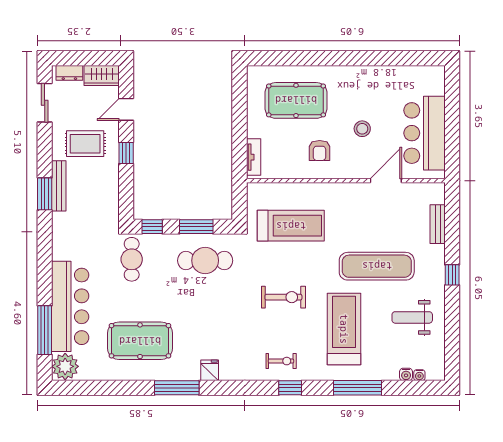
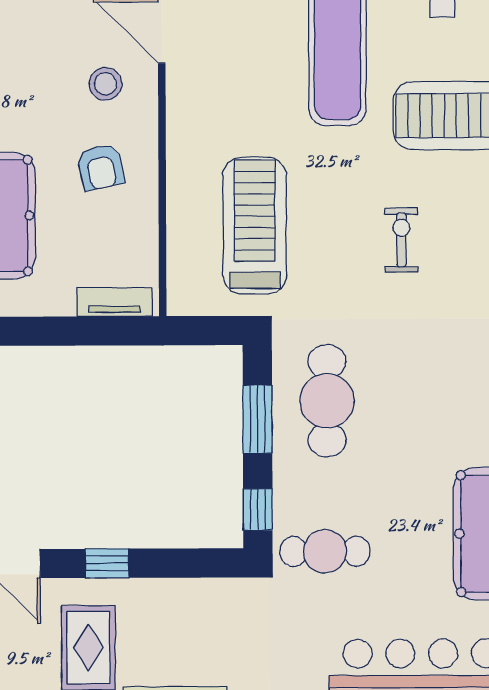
stool: (362, 129) -> (105, 84), moved
armchair: (320, 150) -> (101, 167), turned 78
exercise bike: (283, 297) -> (401, 240), width x0.73, depth x0.72

